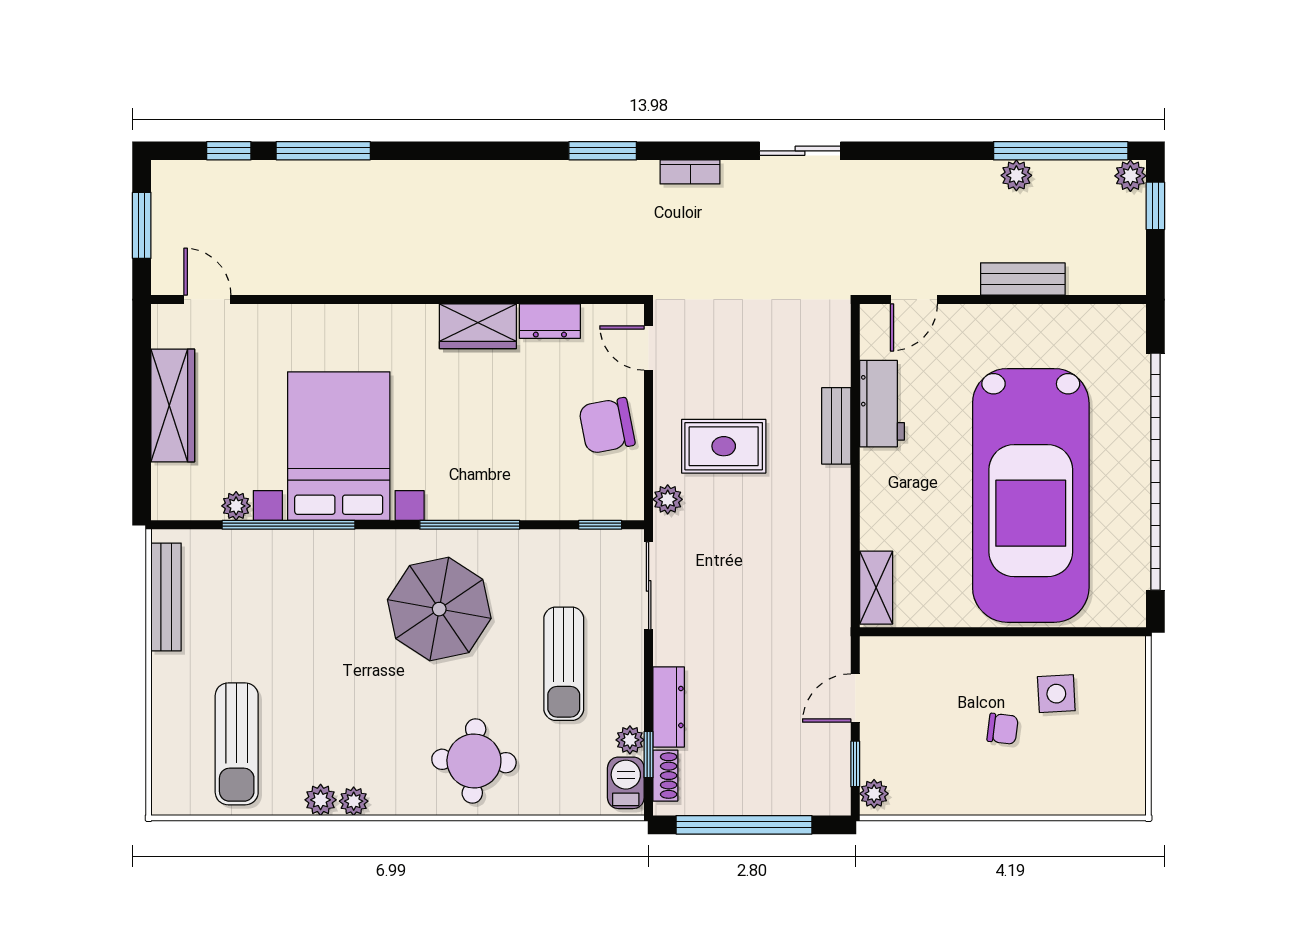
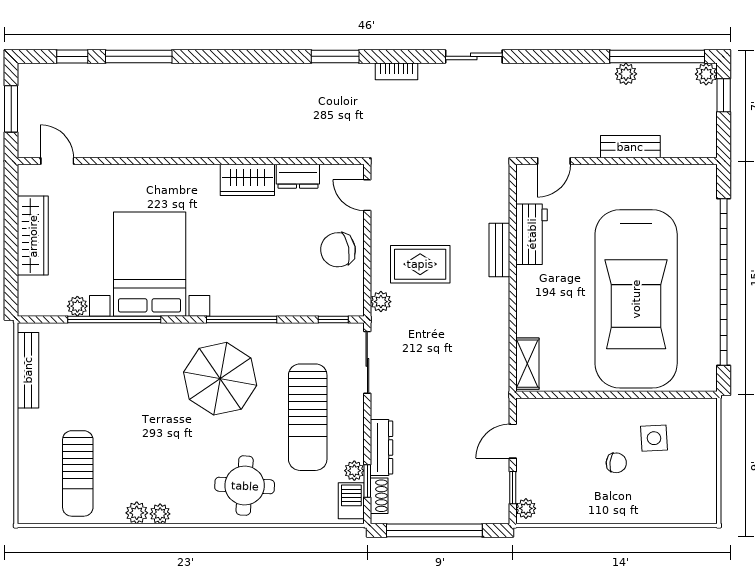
sun lounger: (564, 664) -> (308, 417), width x1.36, depth x1.34

